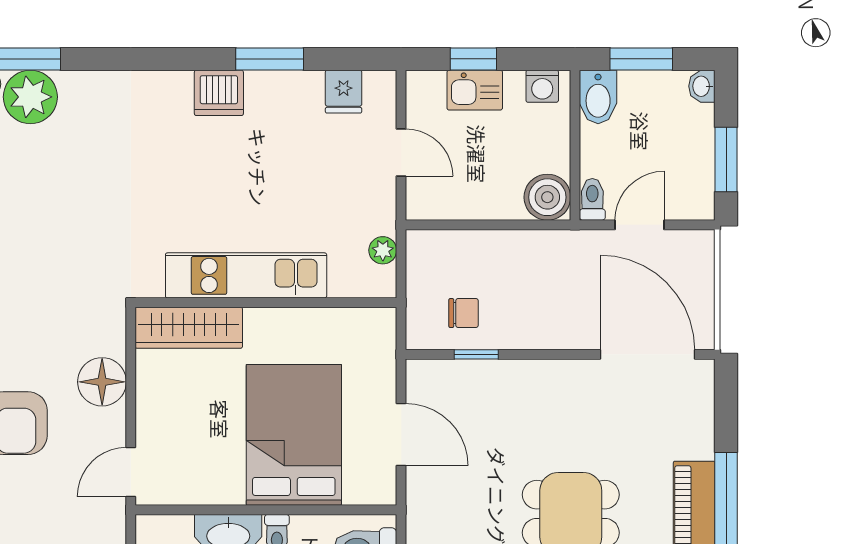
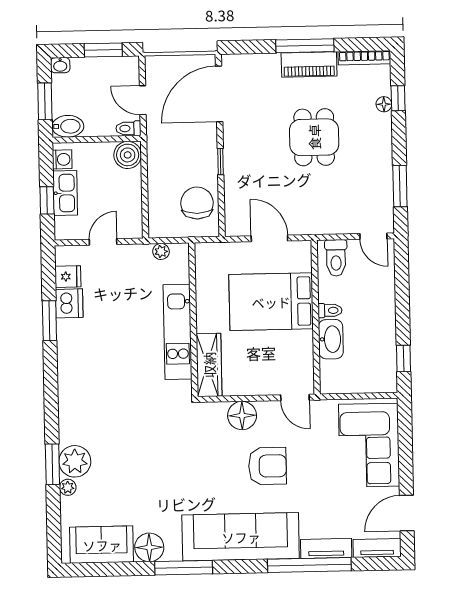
kitchen sink: (475, 90) -> (65, 193), width x1.38
dishwasher: (219, 93) -> (69, 303), moved
chair: (463, 313) -> (197, 203), width x1.87, depth x1.87
window: (476, 354) -> (221, 162), moved
door: (401, 434) -> (269, 238), hinge flipped

